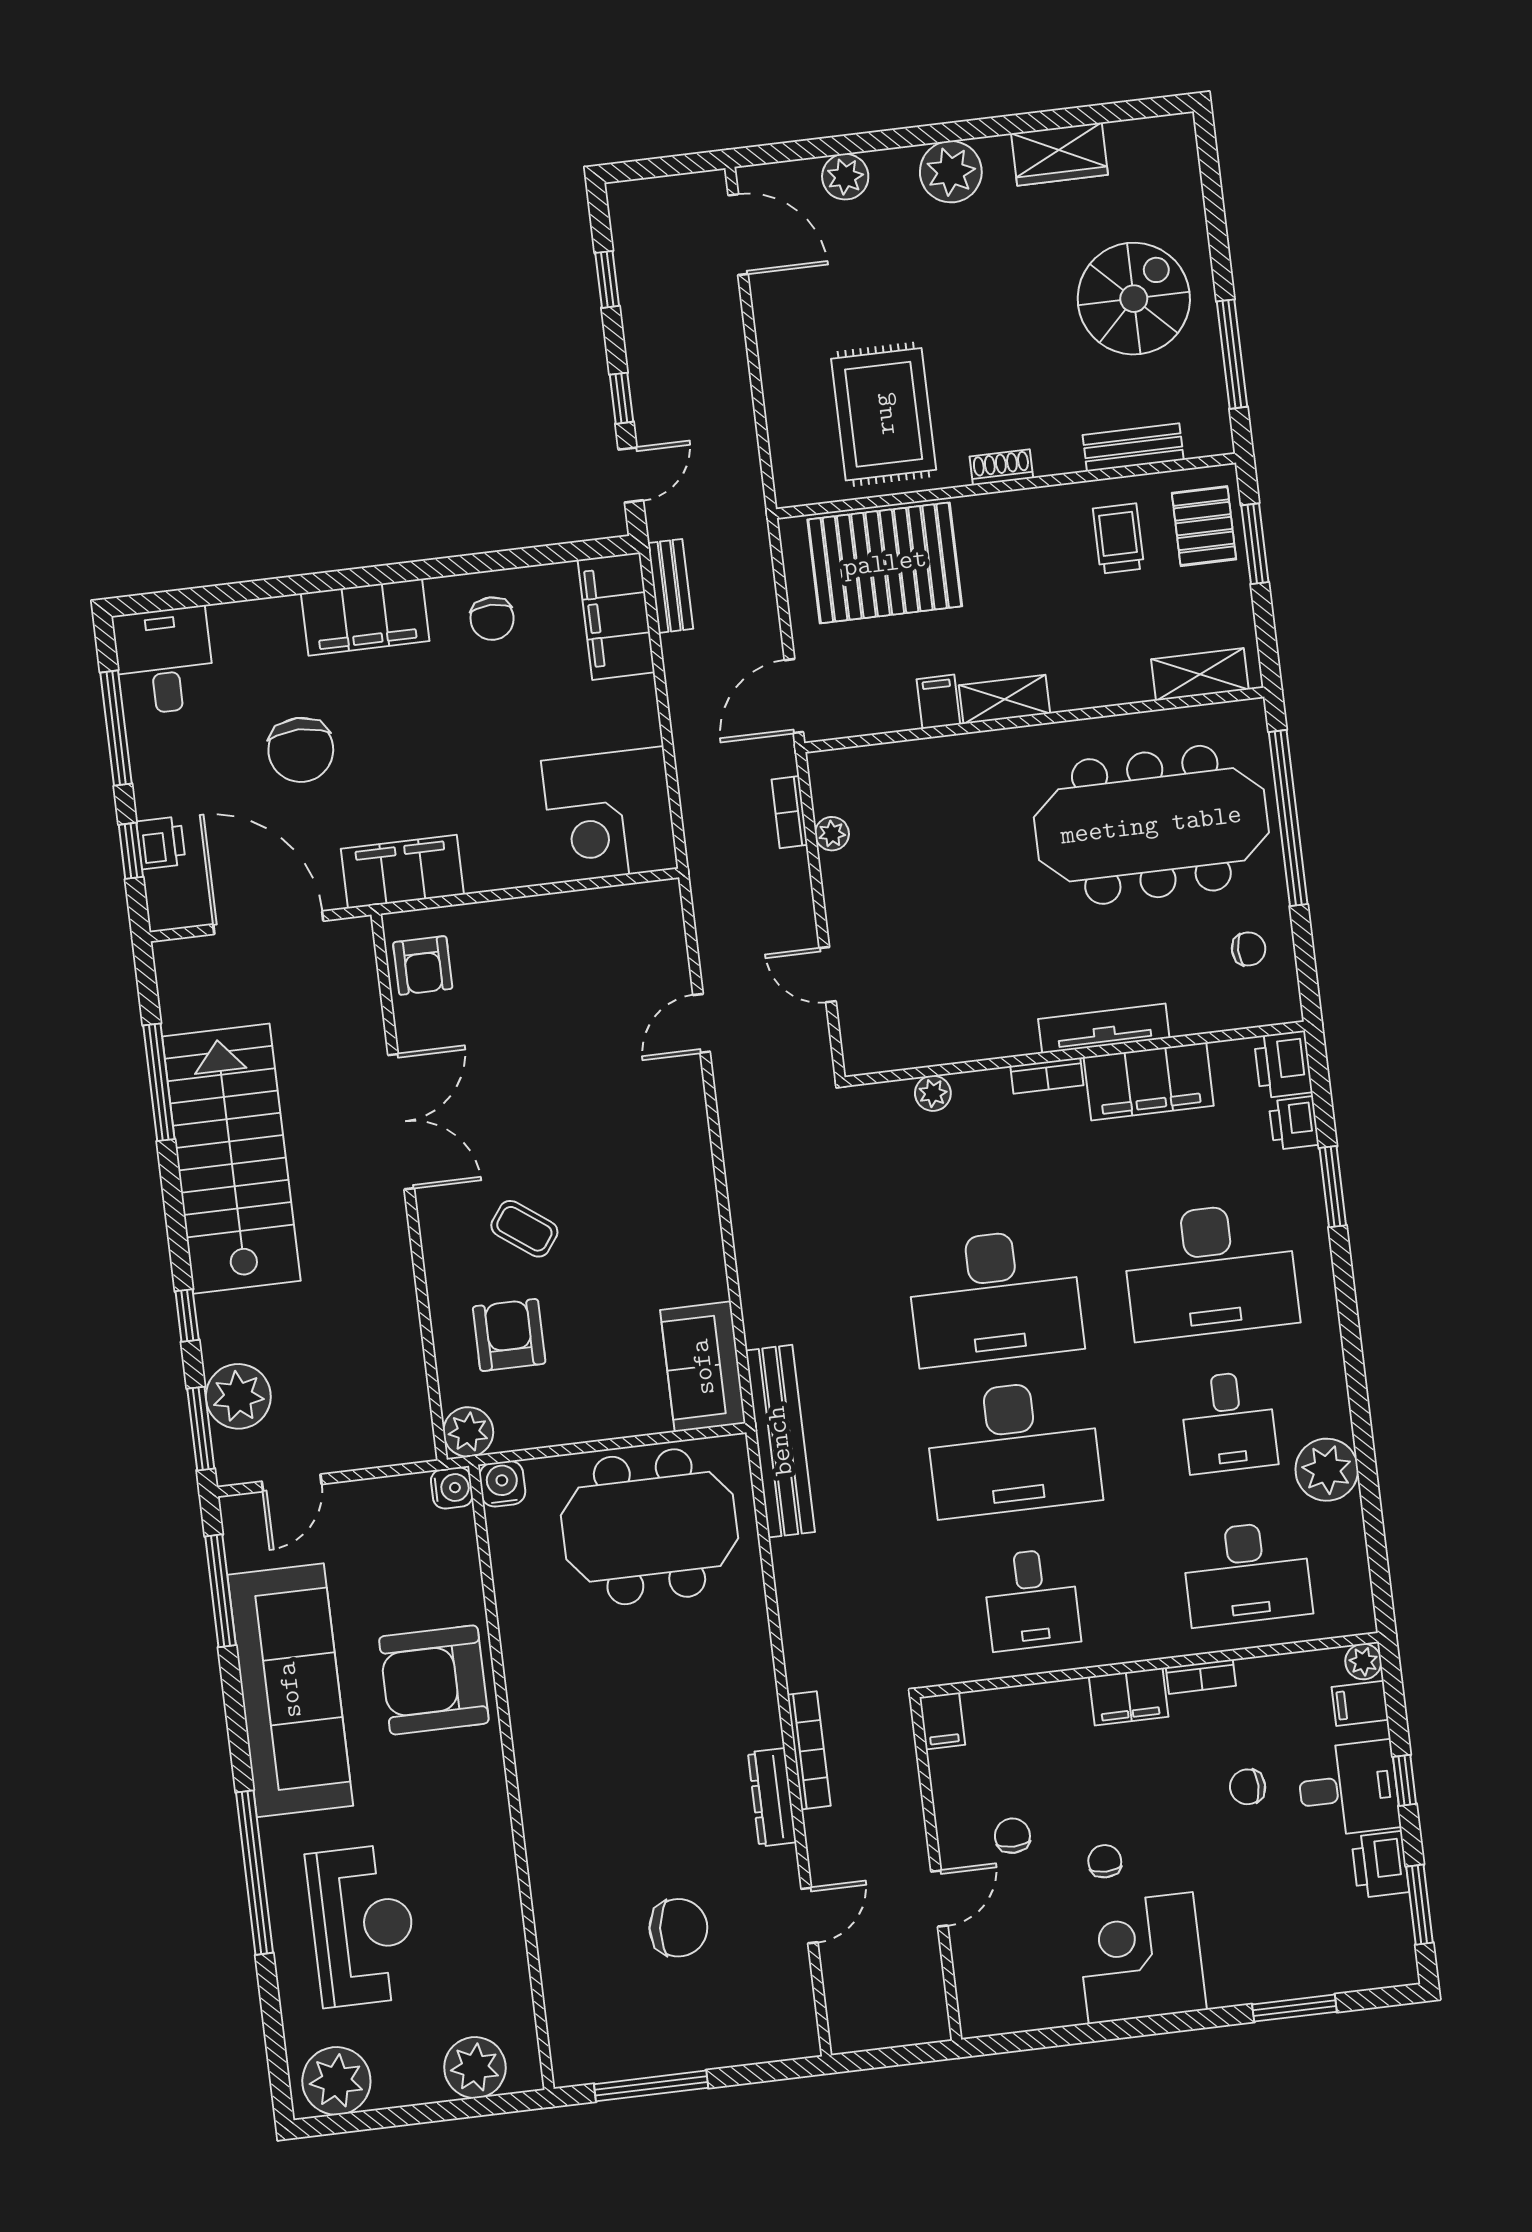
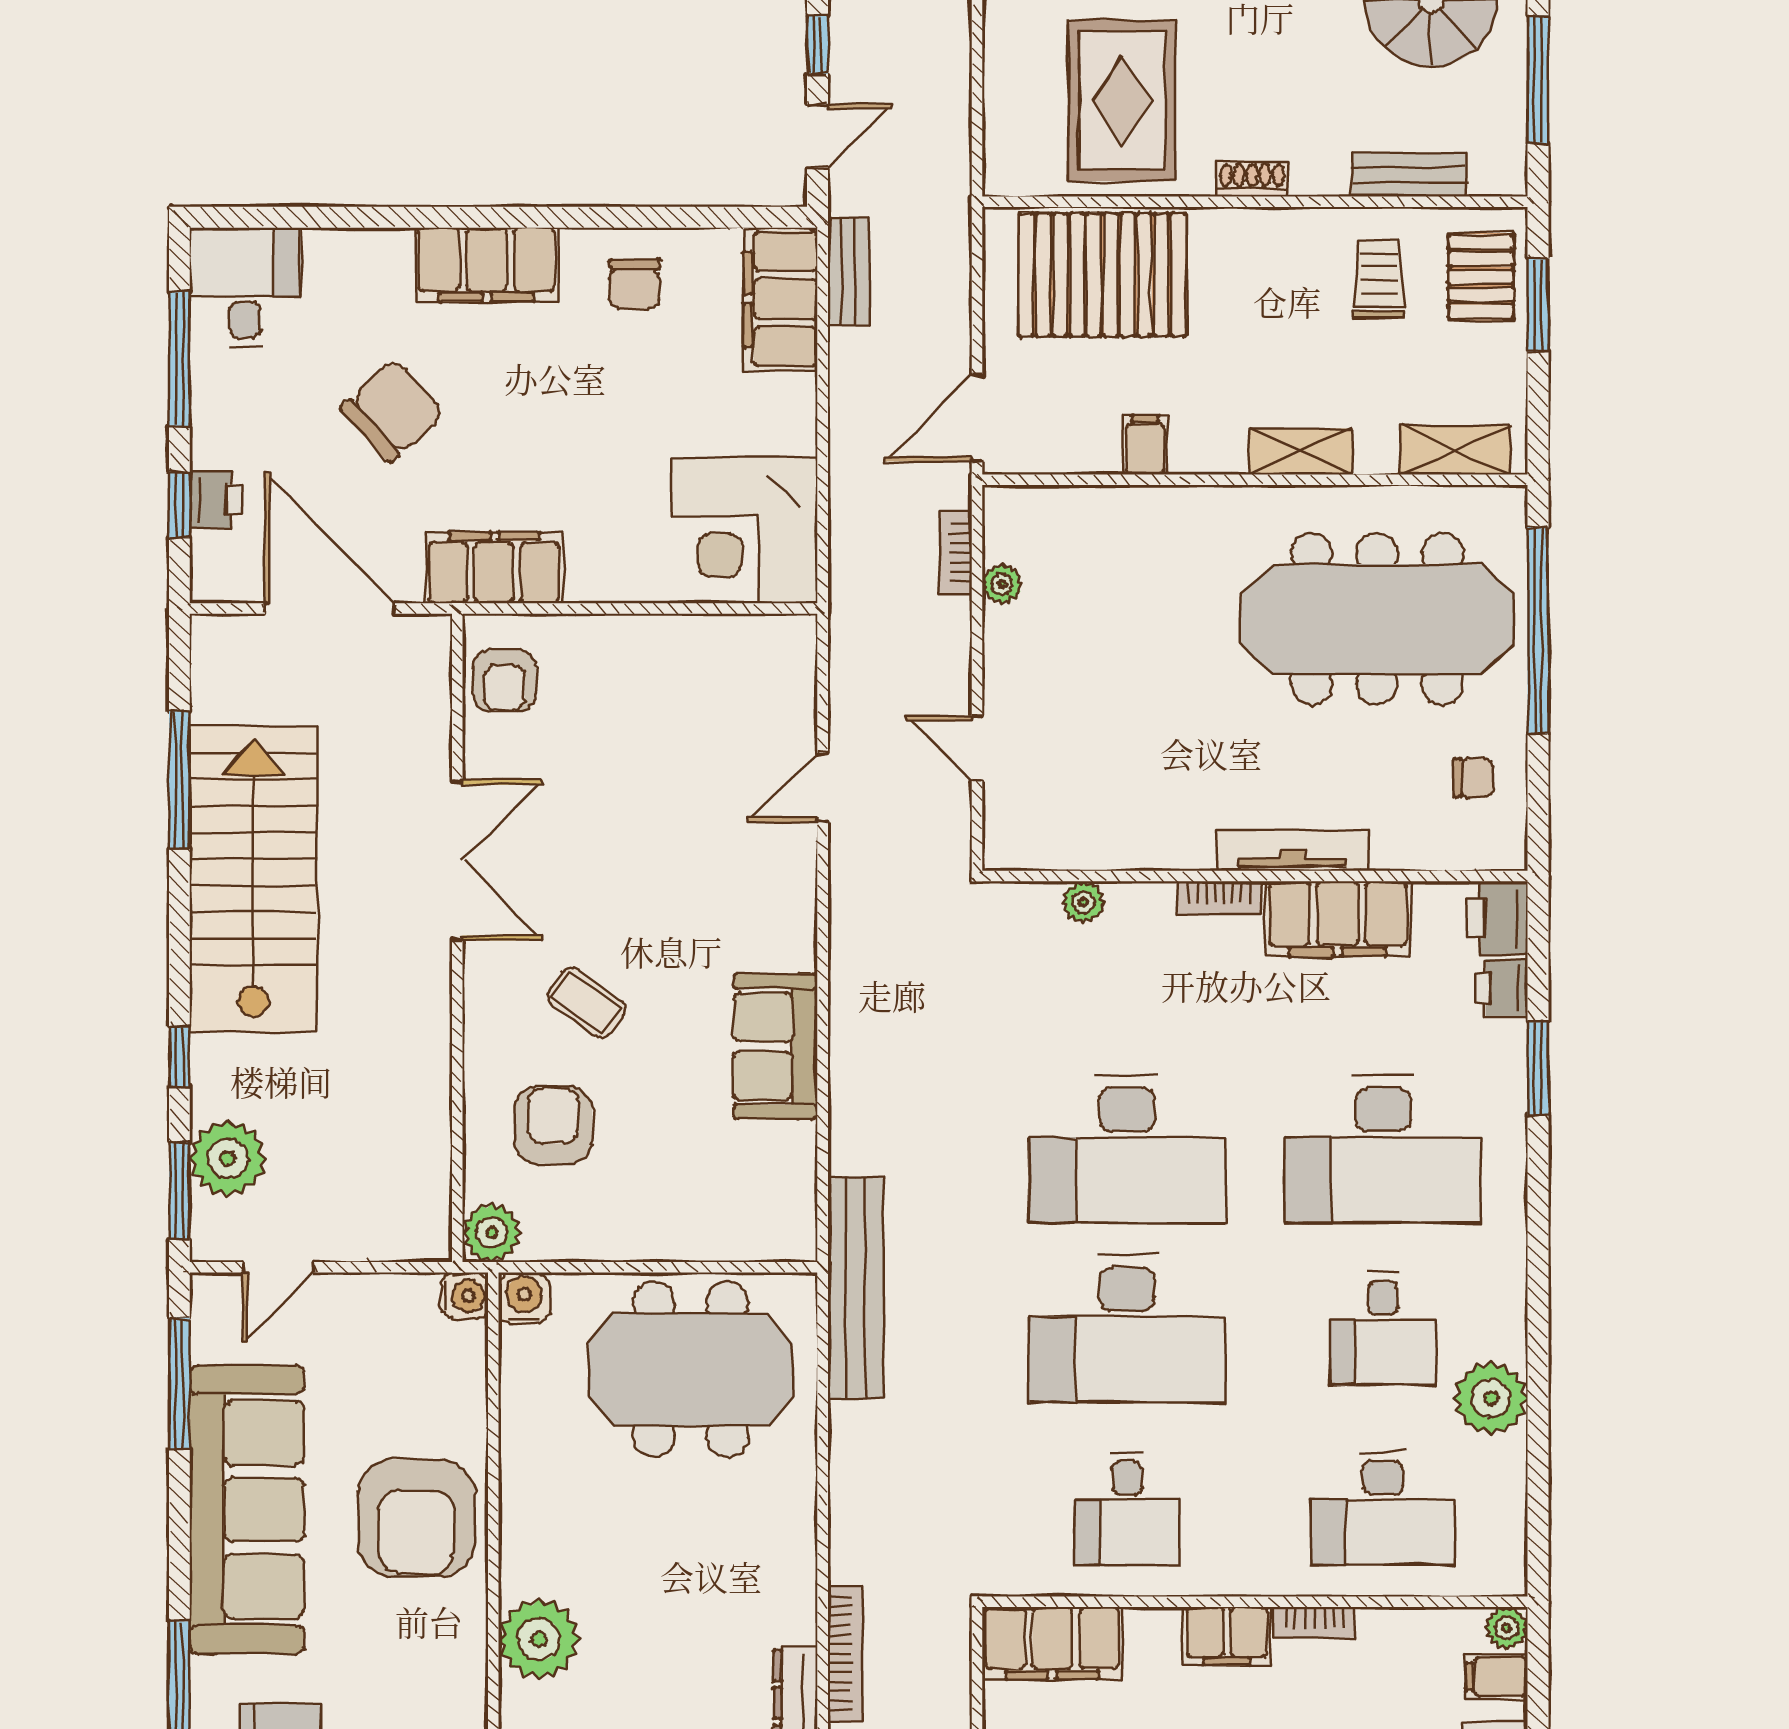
shelving: (1005, 699) -> (1301, 451), moved
chair: (301, 750) -> (392, 411), turned -132
sofa: (703, 1367) -> (776, 1046), moved
armchair: (434, 1680) -> (416, 1518), turned -90
filing cabinet: (942, 1721) -> (1052, 1643), width x3.00, depth x1.17
plant: (549, 1769) -> (539, 1639), added

